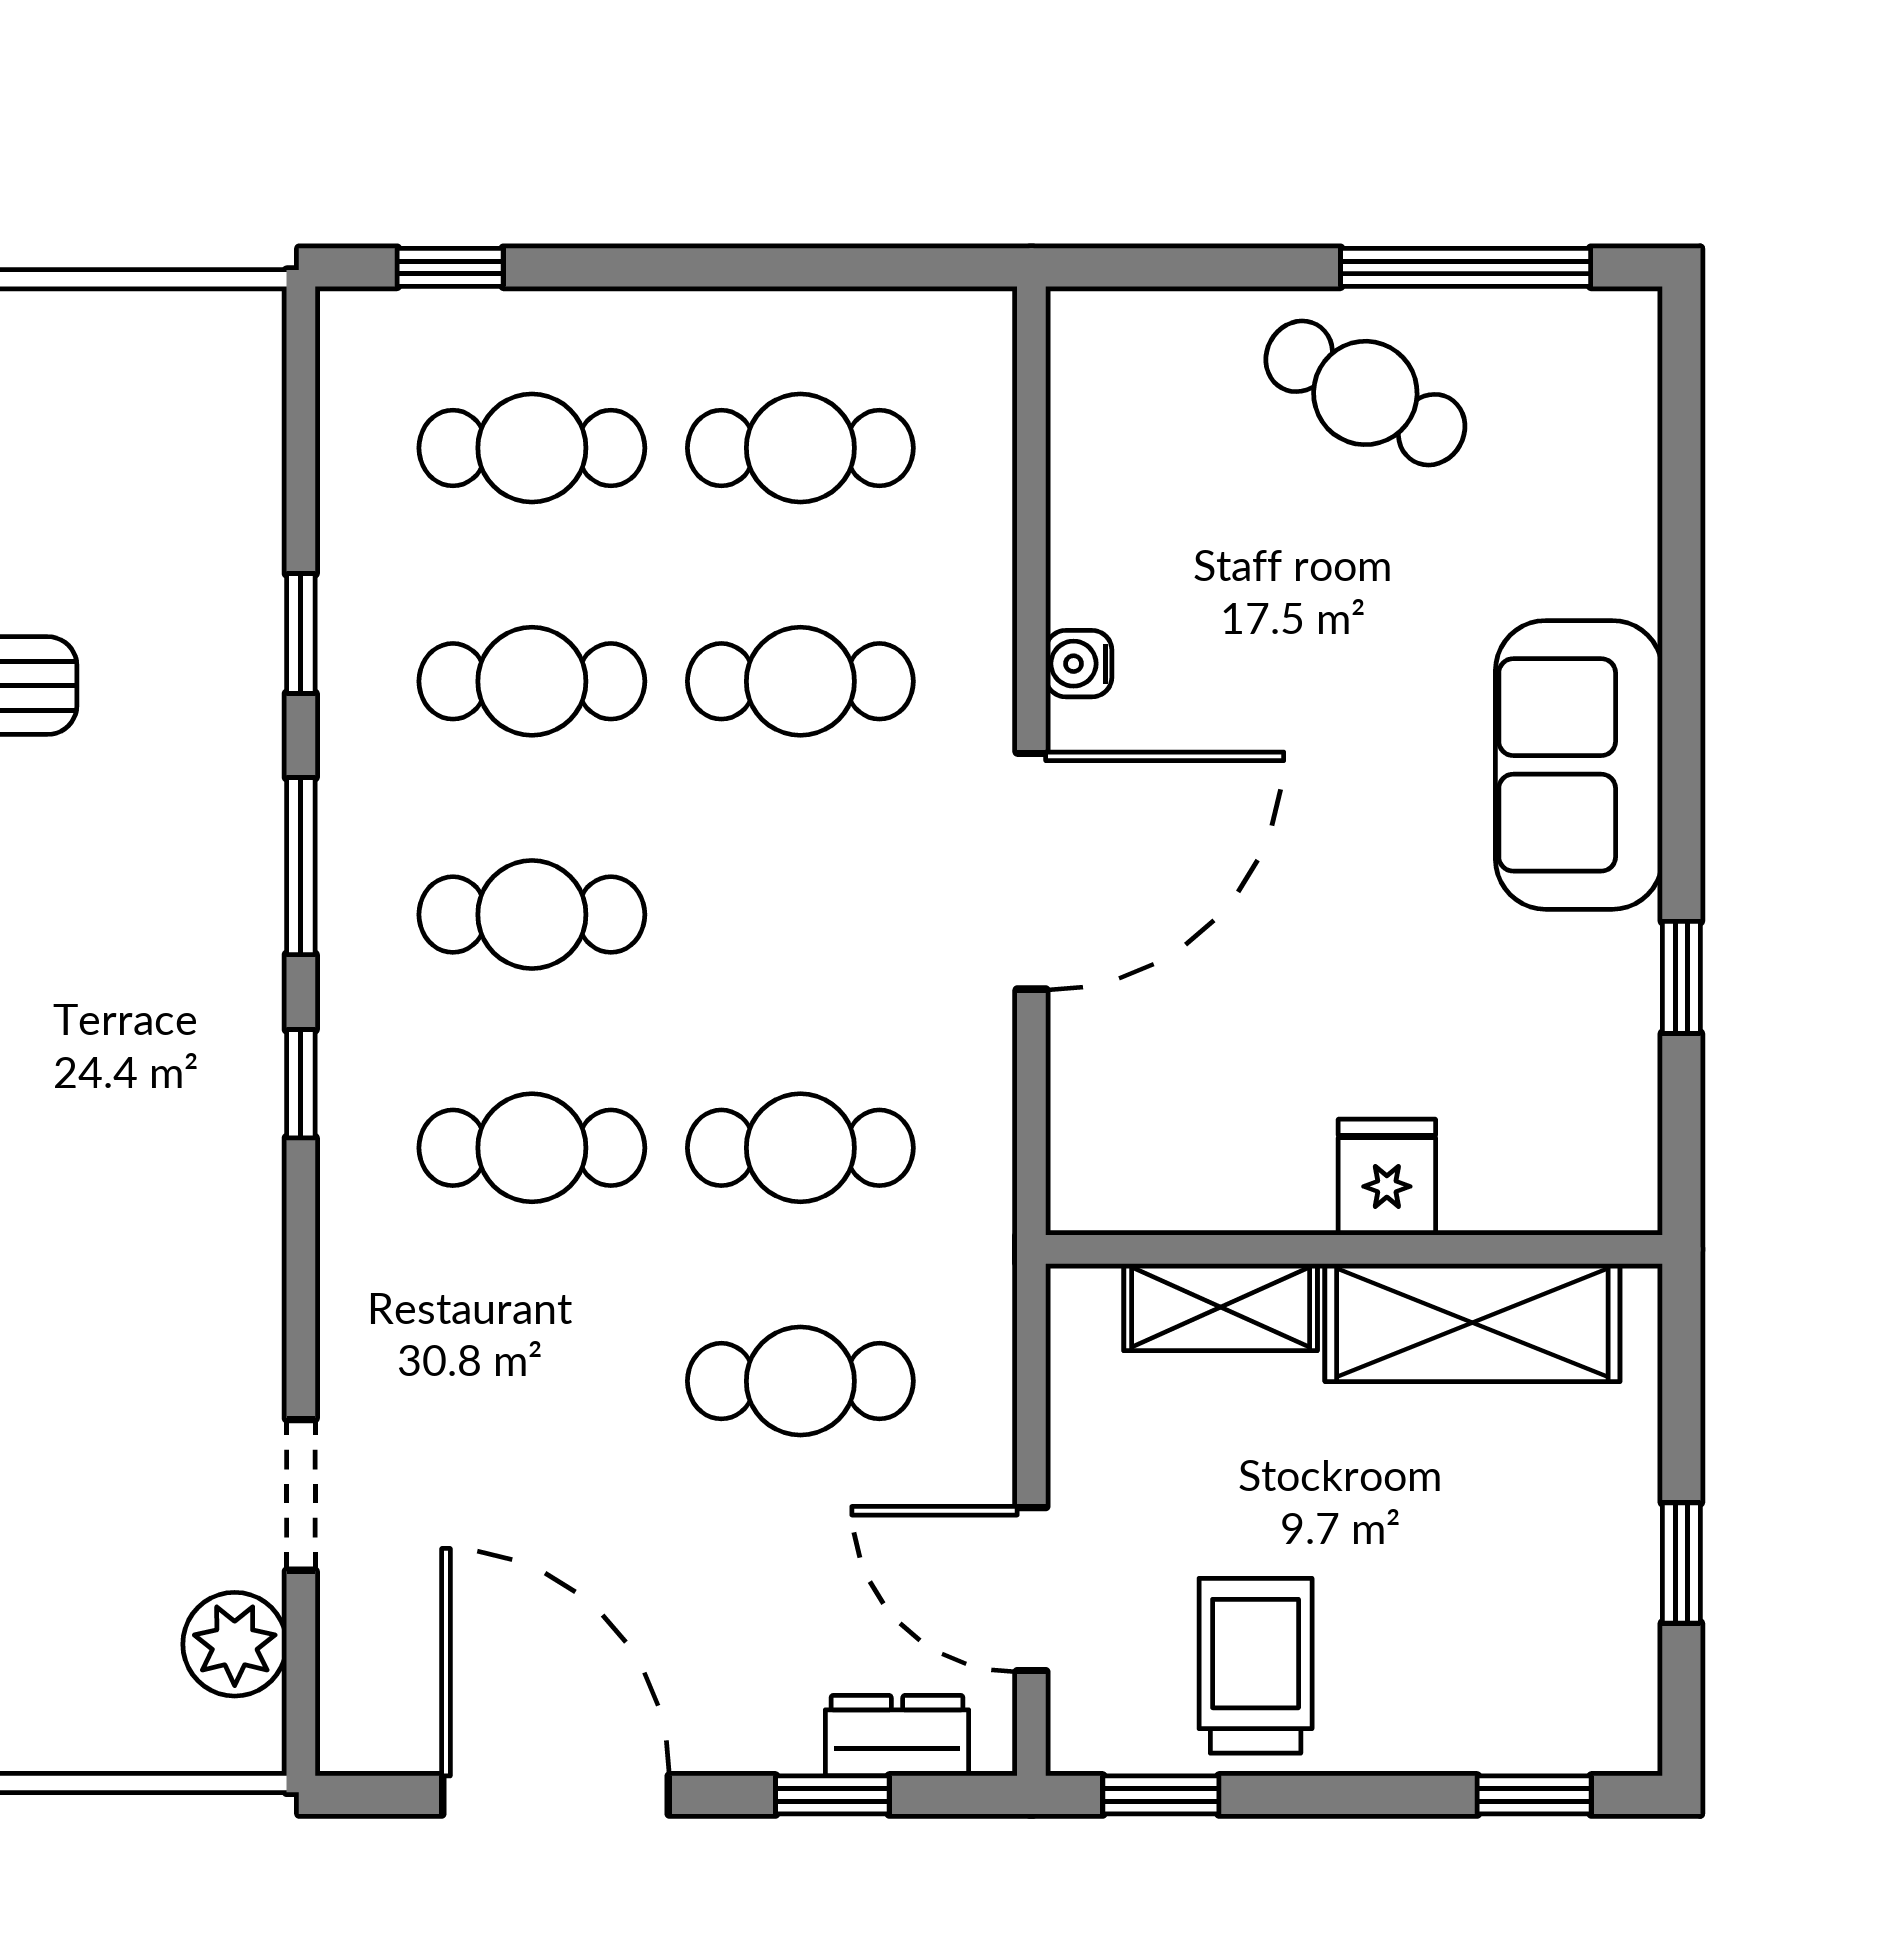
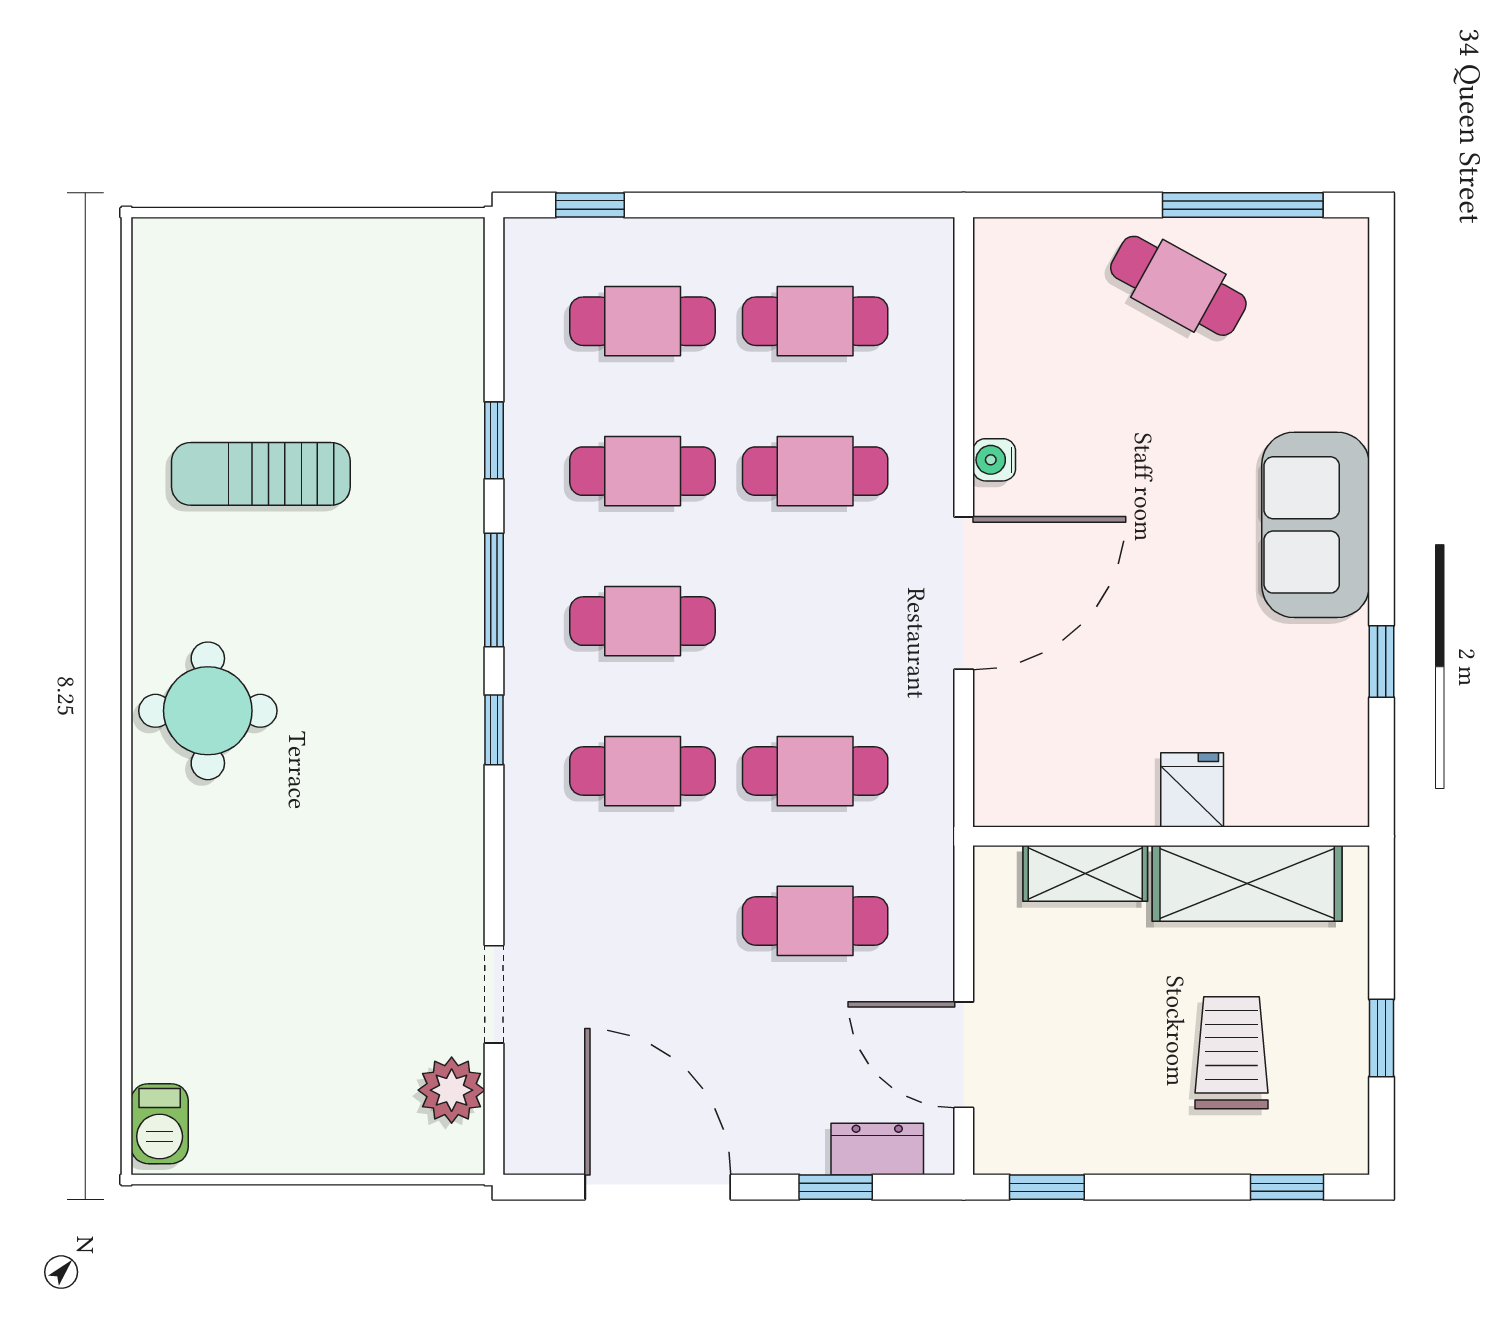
trolley: (1256, 1666) -> (1231, 1053), moved

